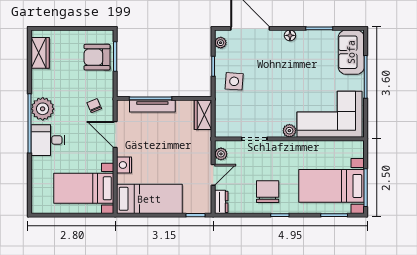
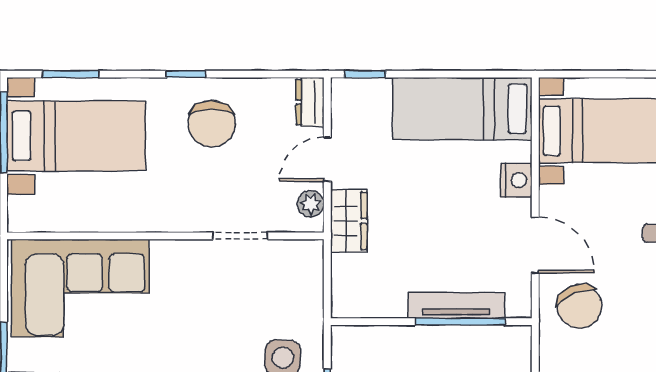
chair: (94, 106) -> (580, 306), width x1.87, depth x1.87
wardrobe: (203, 115) -> (349, 221), moved
plant: (289, 131) -> (166, 253), removed

